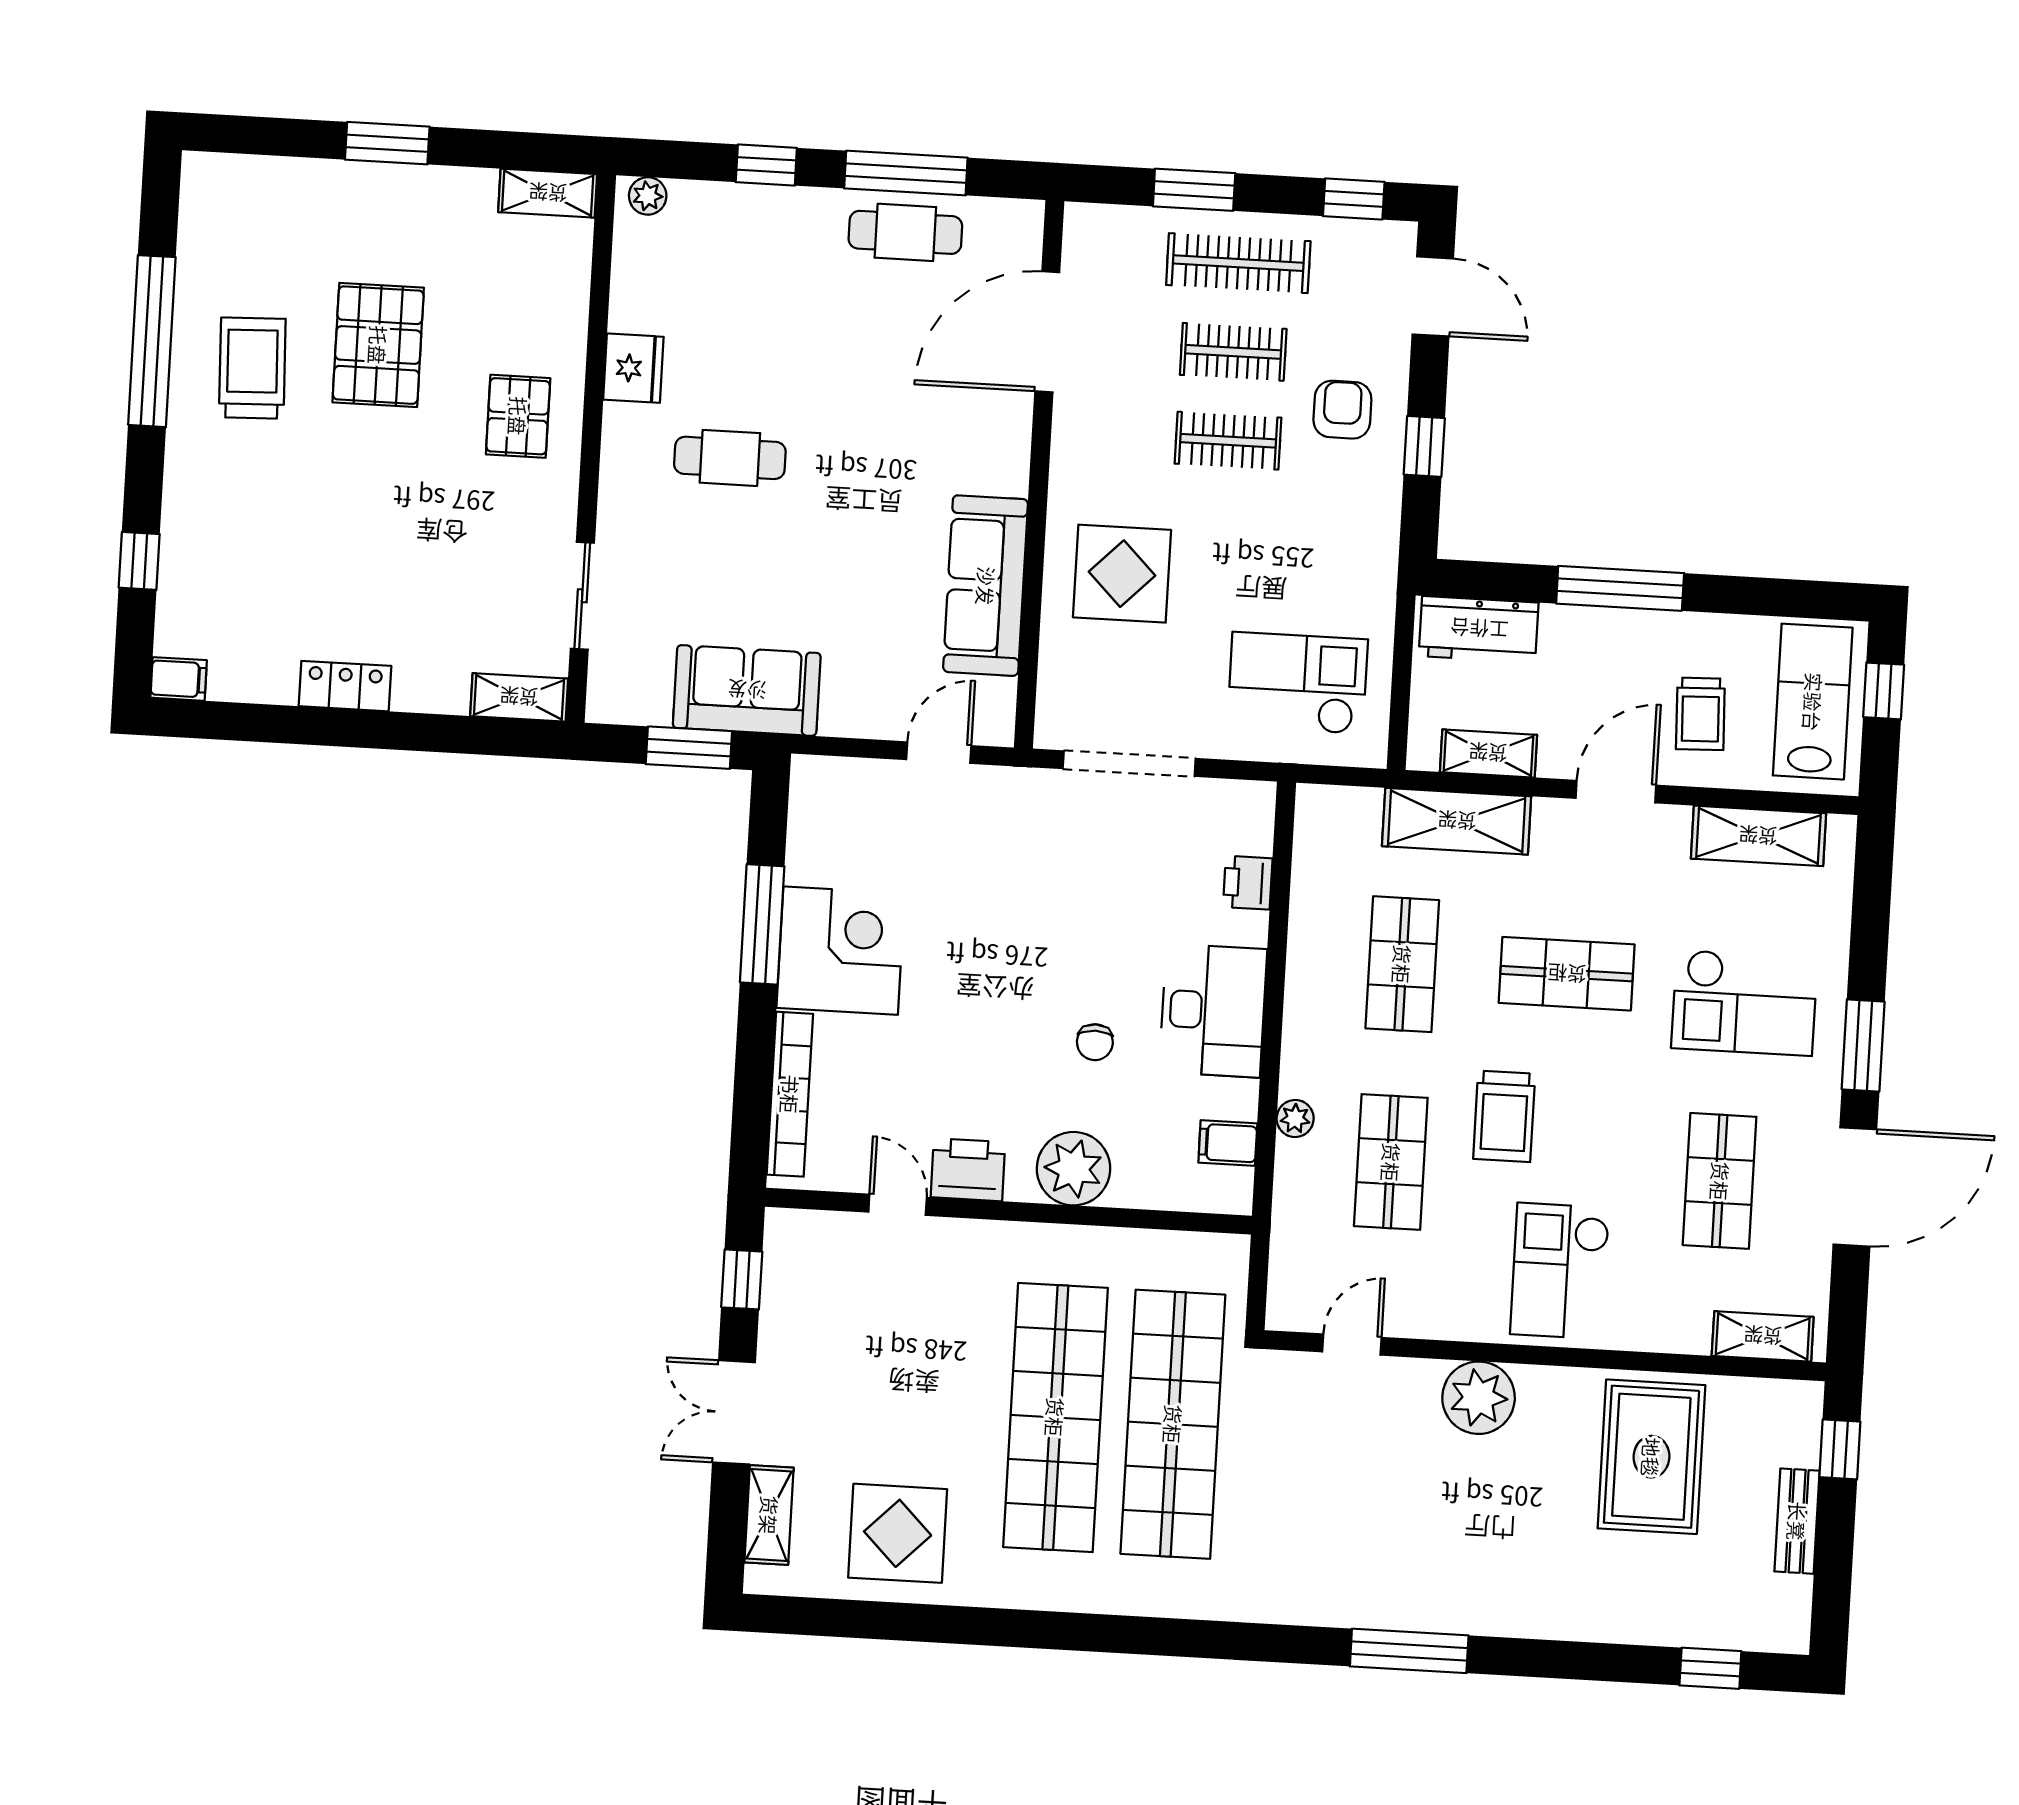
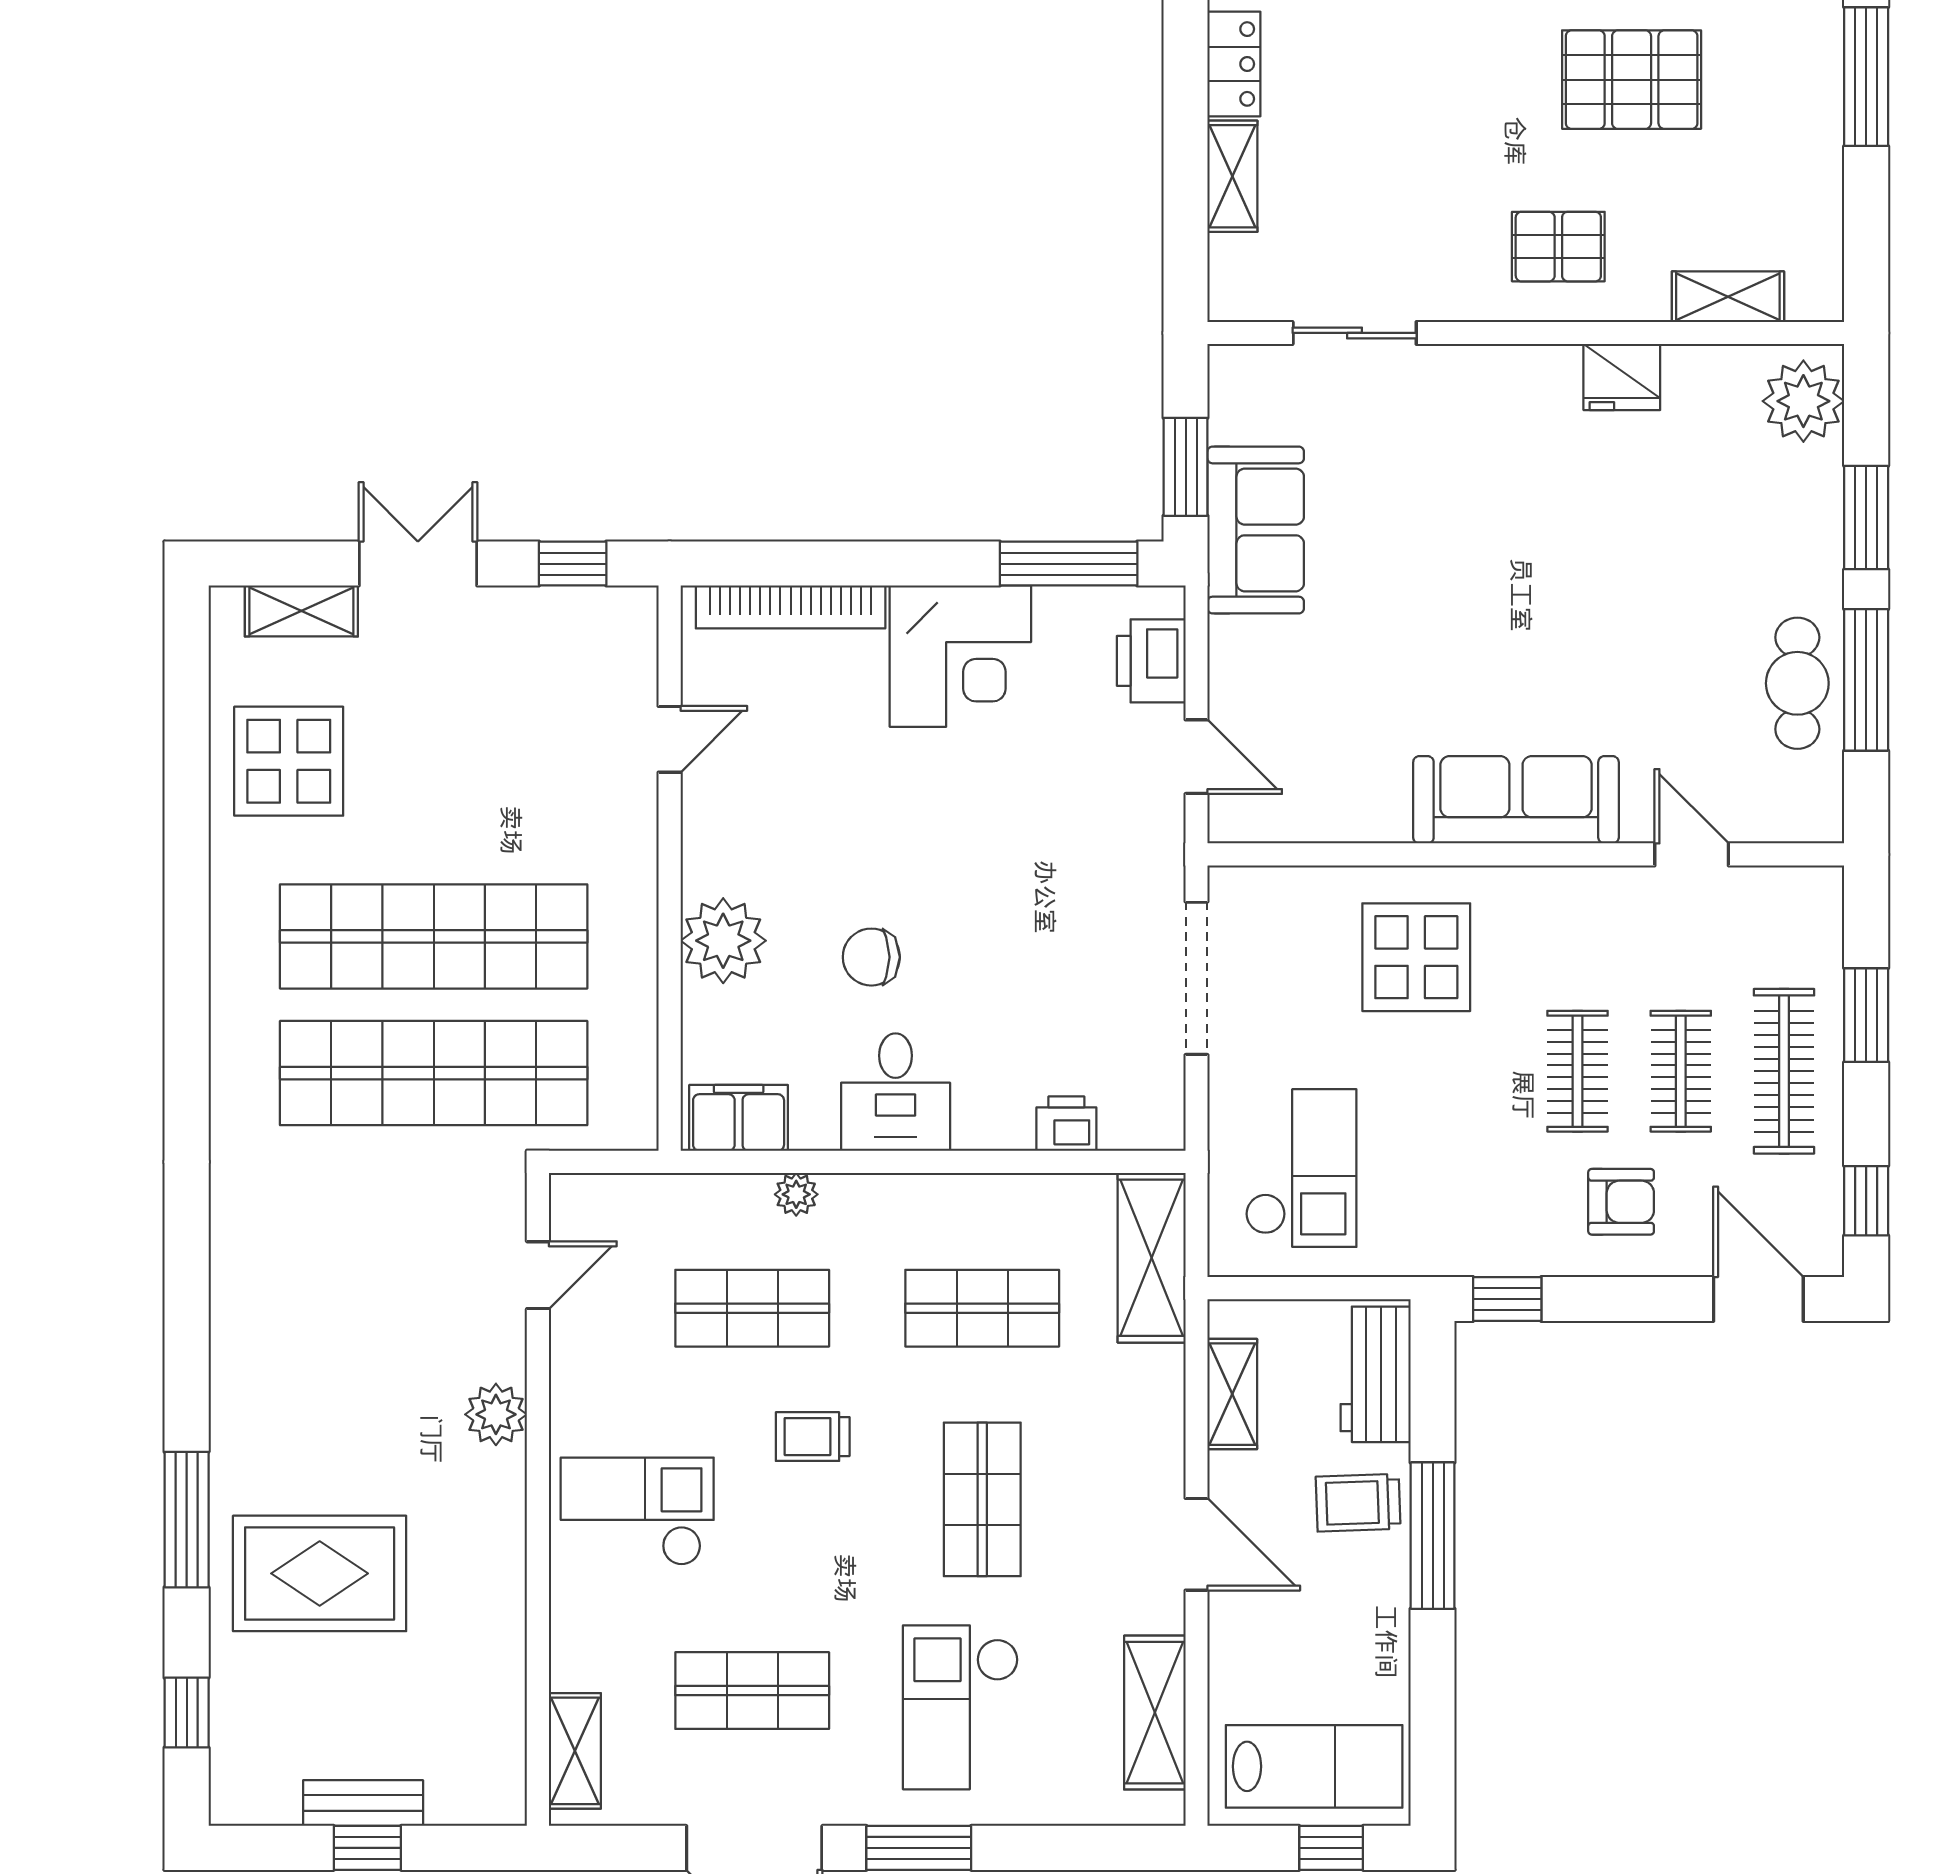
window: (387, 143) -> (1866, 77), width x1.44
window: (766, 165) -> (1866, 518), width x1.50
shelving: (548, 193) -> (1728, 297), moved, turned 90
plant: (648, 196) -> (1803, 401), width x1.88, depth x1.88
door: (1433, 296) -> (1758, 1299), swing flipped
door: (1047, 332) -> (1692, 854), width x0.53
window: (1424, 446) -> (1507, 1299), moved
cafe table: (730, 458) -> (1524, 495), removed
sofa: (986, 586) -> (1516, 800), moved
shelving: (519, 697) -> (1232, 176), moved
trolley: (1700, 714) -> (1358, 1503), moved
shelving: (1457, 821) -> (1152, 1258), moved
window: (762, 924) -> (1069, 564), moved
desk: (1213, 1011) -> (896, 1092), width x0.73
chair: (1095, 1042) -> (871, 957), width x1.37, depth x1.37
trolley: (1504, 1116) -> (813, 1437), width x0.73, depth x0.72
filing cabinet: (1228, 1143) -> (739, 1118), width x2.00
printer: (968, 1170) -> (1151, 661), moved, turned 180
door: (1352, 1345) -> (538, 1275), hinge flipped
plant: (1479, 1398) -> (496, 1414), width x0.73, depth x0.73
window: (1840, 1449) -> (367, 1848), moved
rug: (1651, 1457) -> (320, 1573), moved
window: (1409, 1651) -> (187, 1520), moved

